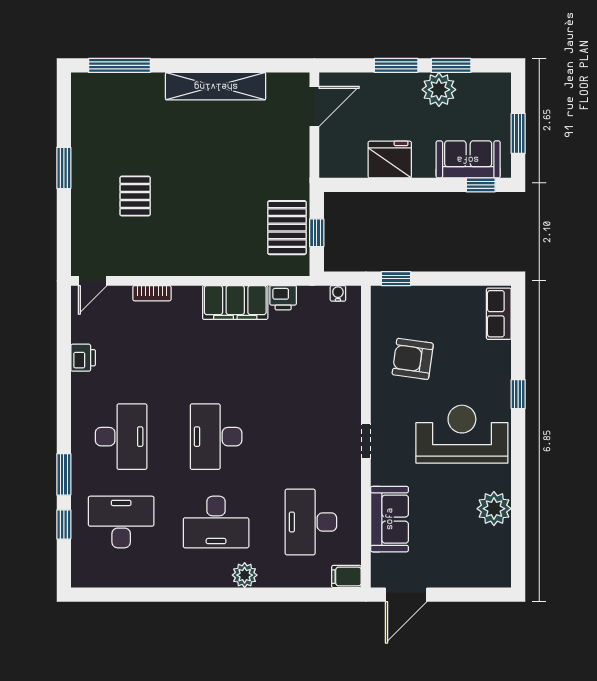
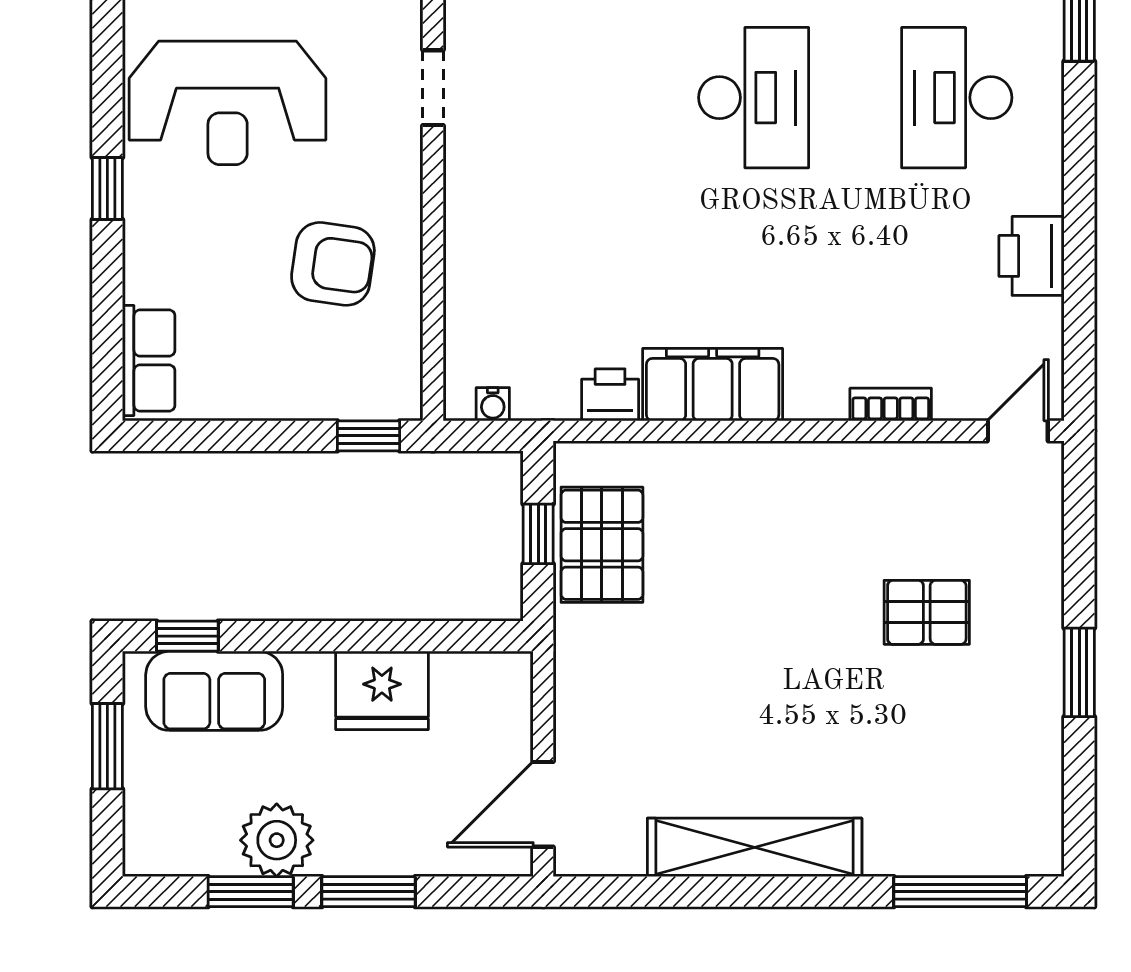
pallet: (135, 196) -> (927, 612), turned 90
printer: (83, 358) -> (1032, 256), width x1.36, depth x1.24

